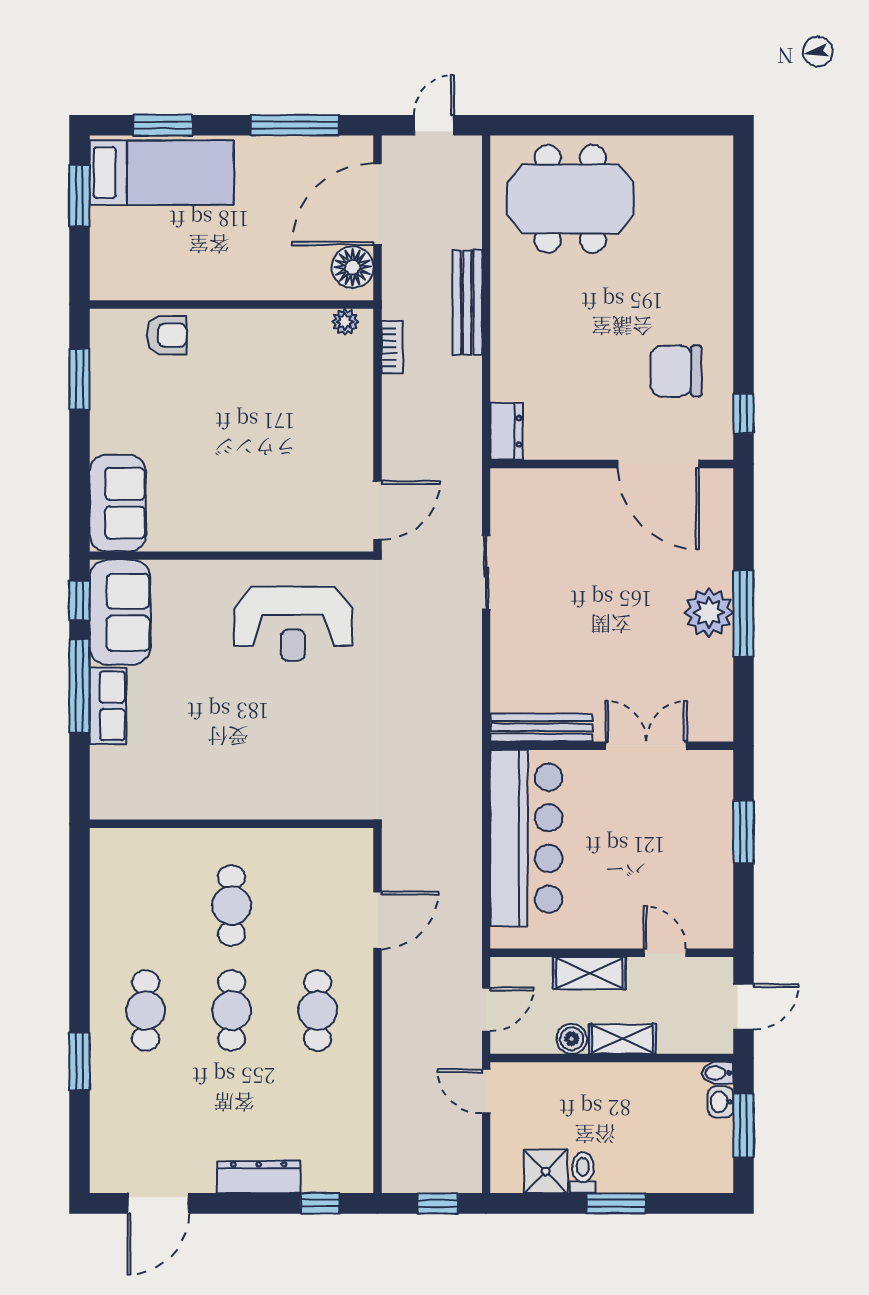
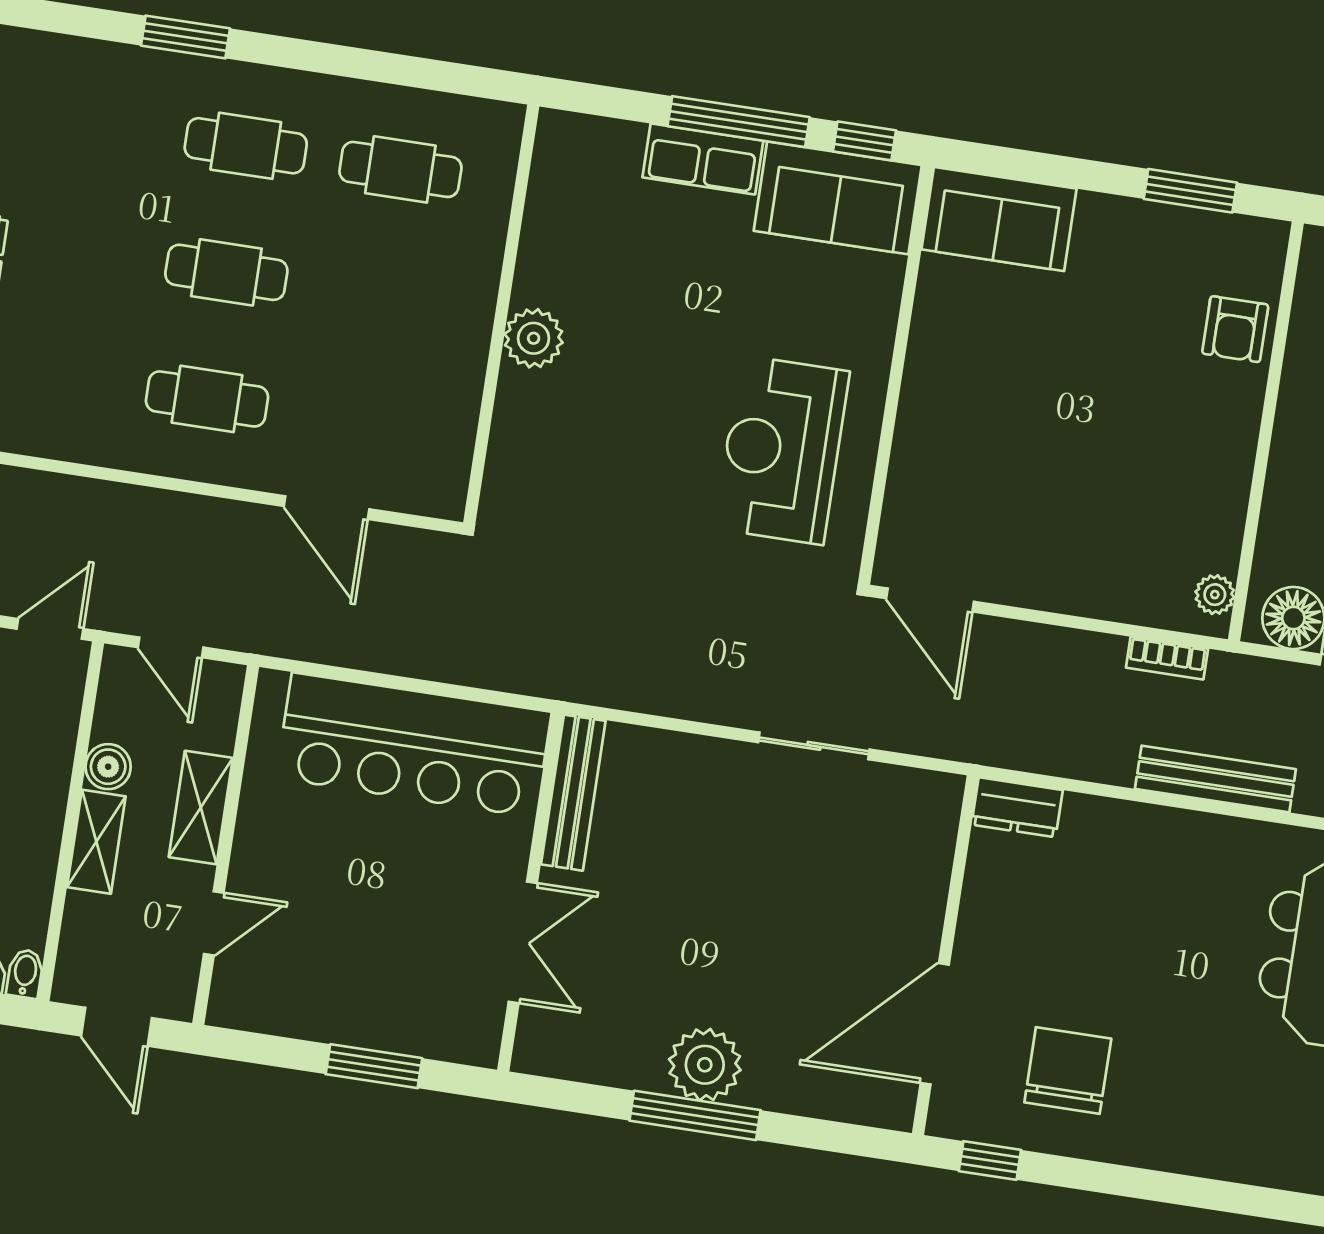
plant: (244, 800) -> (534, 338), added
cafe table: (232, 905) -> (400, 169), moved

